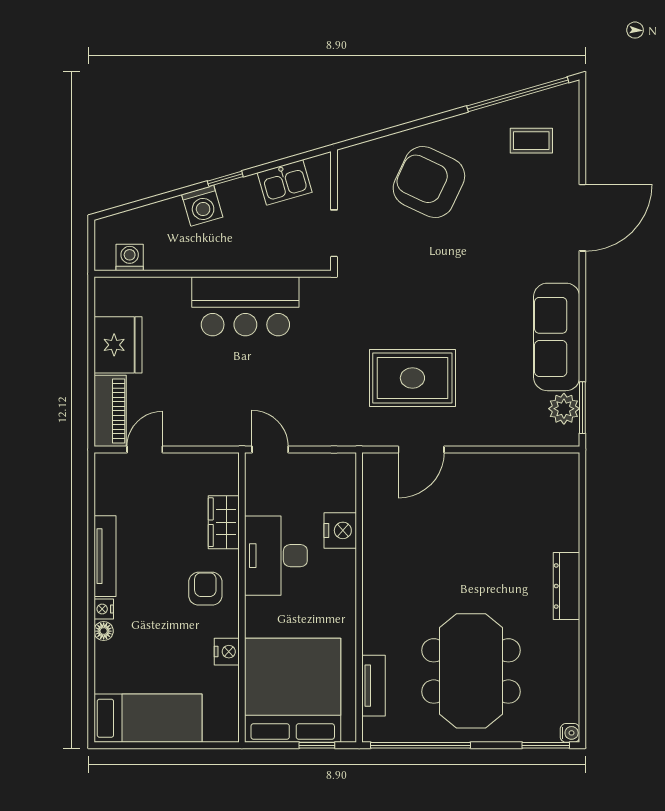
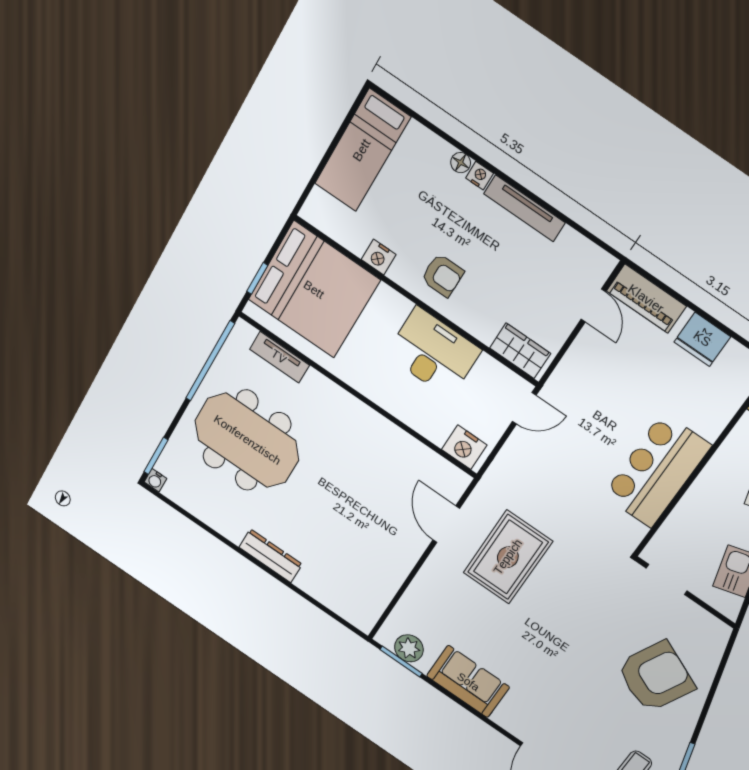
sofa: (557, 337) -> (468, 682), width x0.73
fridge: (118, 345) -> (702, 339), width x0.73, depth x0.75
wardrobe: (224, 522) -> (520, 351), moved
nightstand: (340, 530) -> (464, 447), moved

